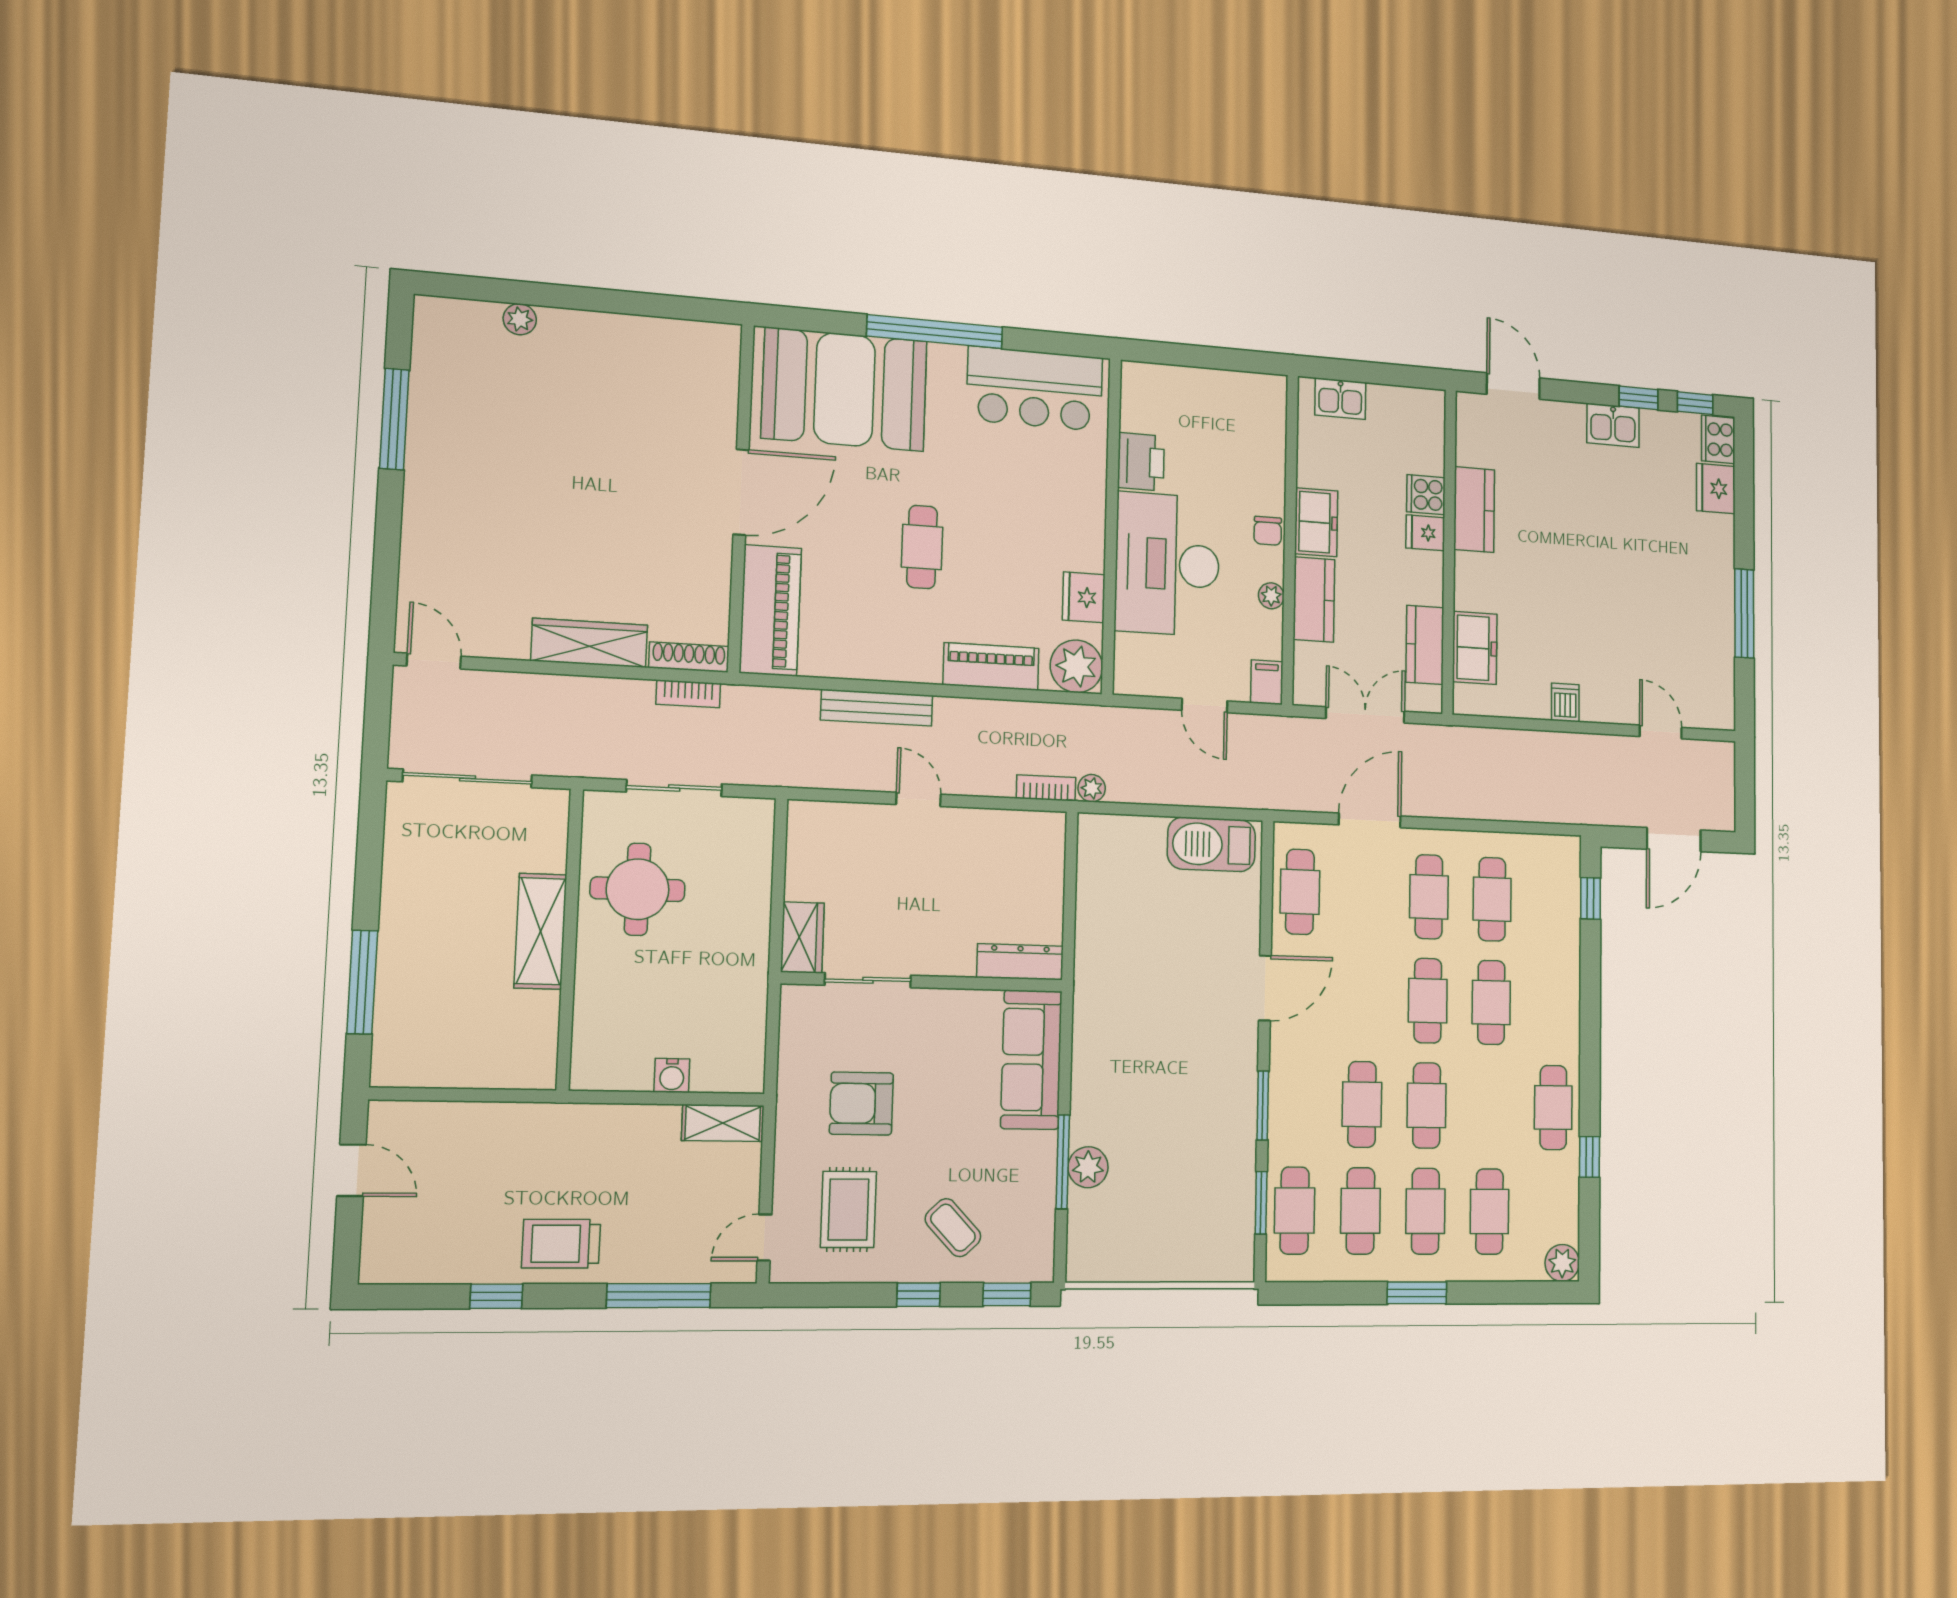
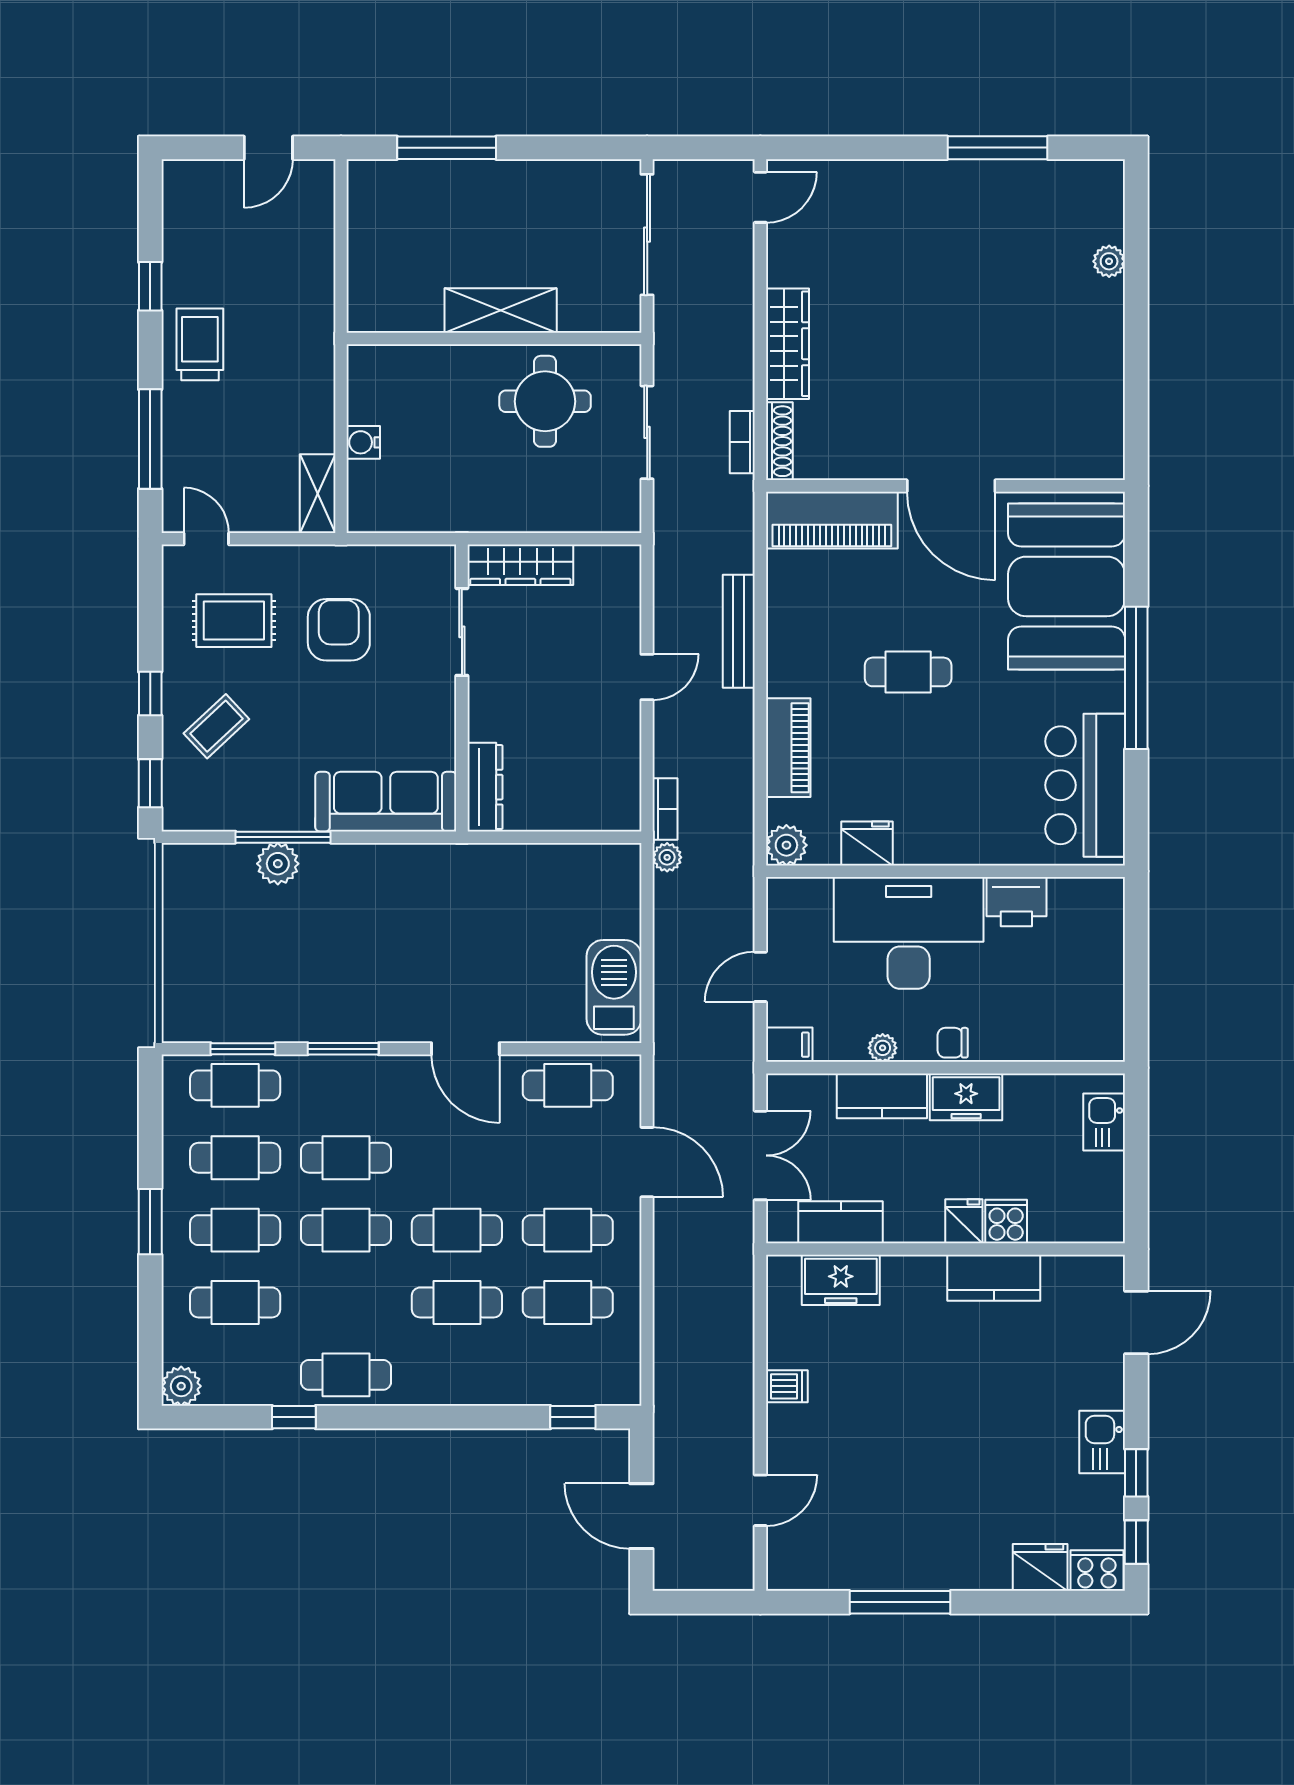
plant: (1076, 666) -> (786, 845), width x0.73, depth x0.73
wardrobe: (802, 937) -> (520, 565), width x1.50

